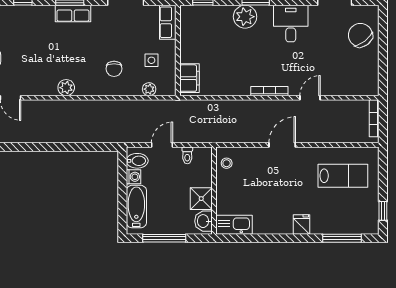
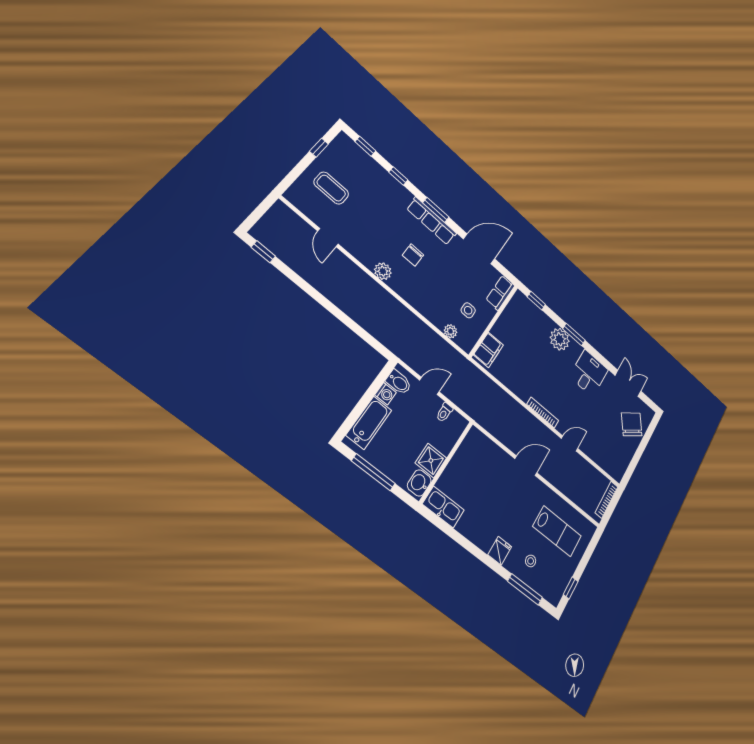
row of seats: (73, 14) -> (432, 221), width x1.48
chair: (114, 69) -> (413, 255), moved
stool: (227, 163) -> (531, 561), moved

